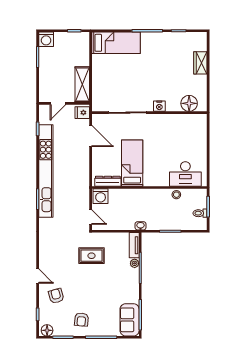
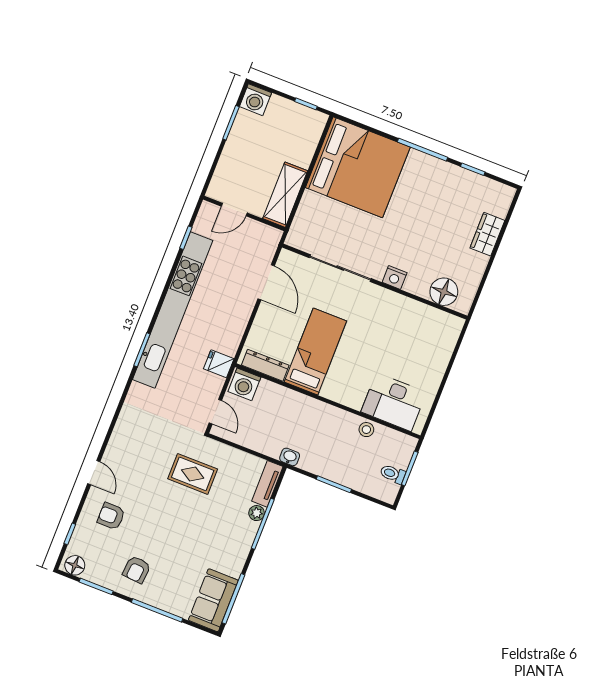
bed: (116, 43) -> (358, 167), width x2.04
fridge: (82, 113) -> (219, 364), moved
armchair: (56, 296) -> (111, 516), turned -74

